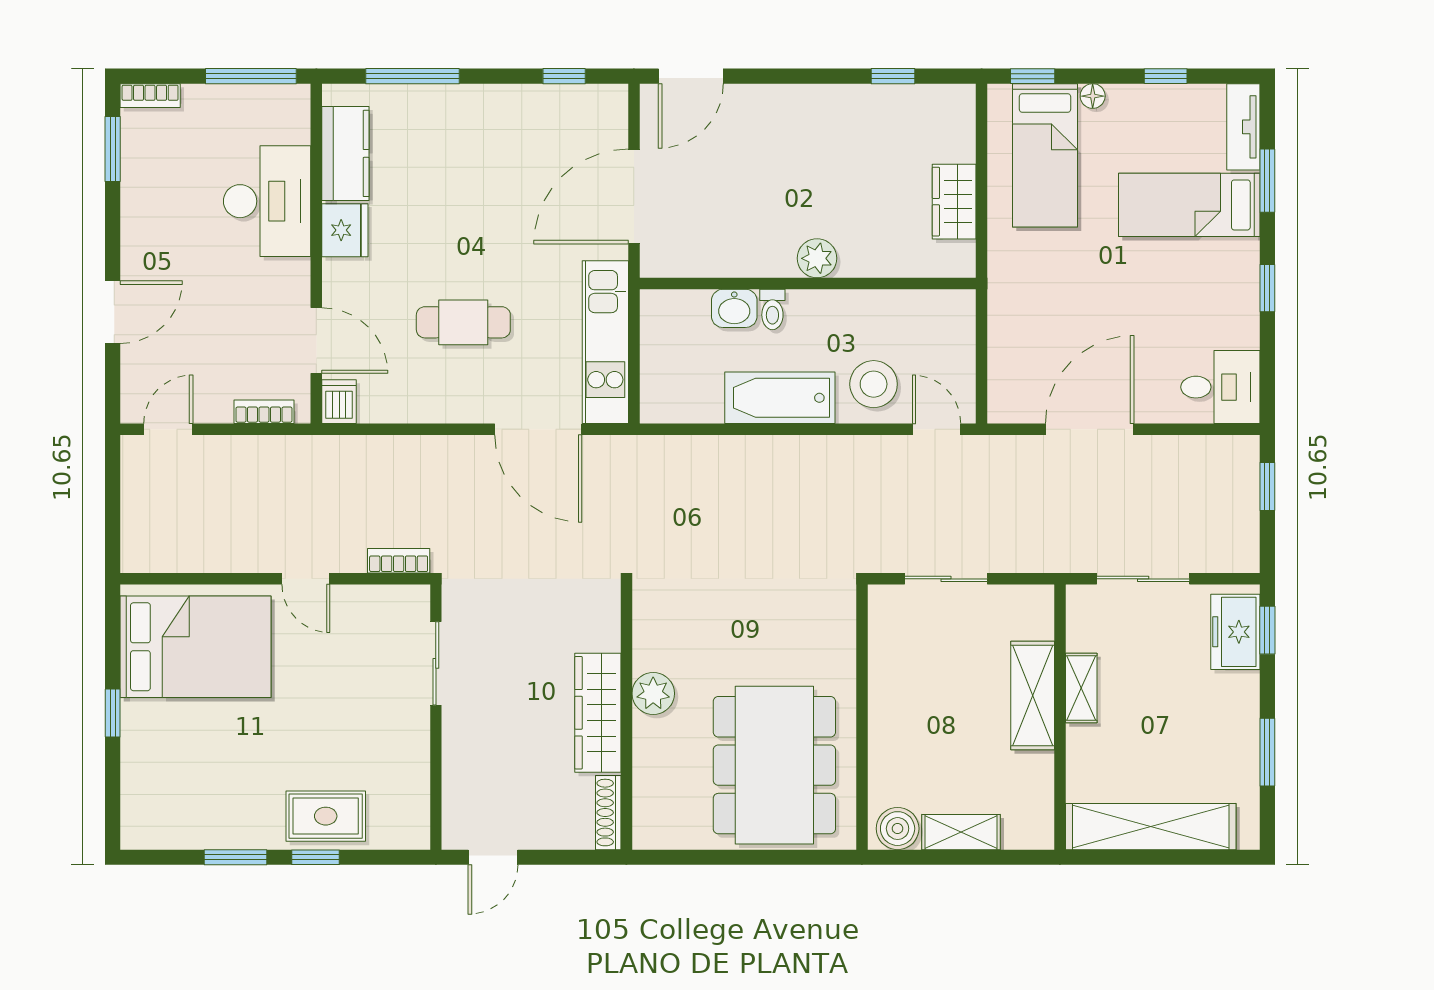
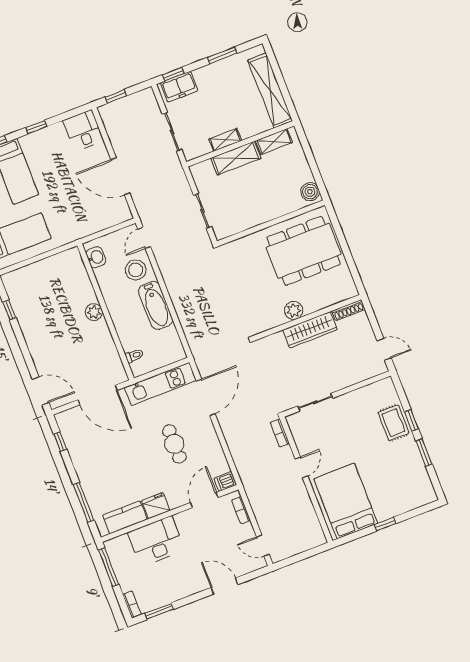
wardrobe: (954, 202) -> (50, 266), removed
washbasin: (734, 308) -> (96, 257), moved
toilet: (772, 309) -> (134, 356), moved
shelving: (961, 832) -> (274, 142), moved, turned 90

